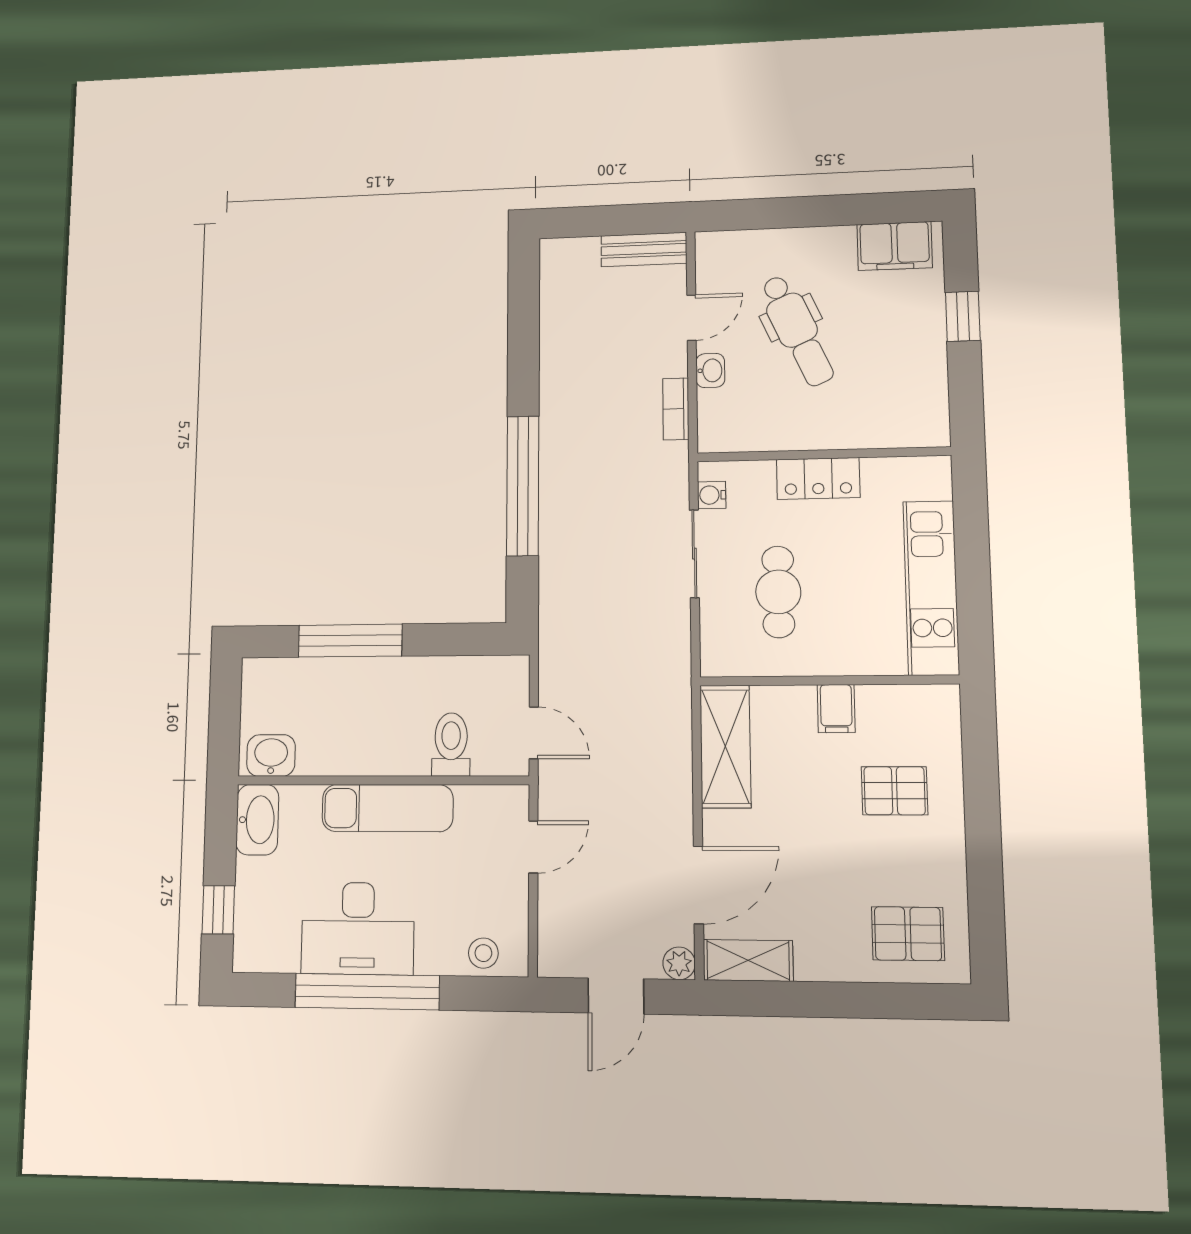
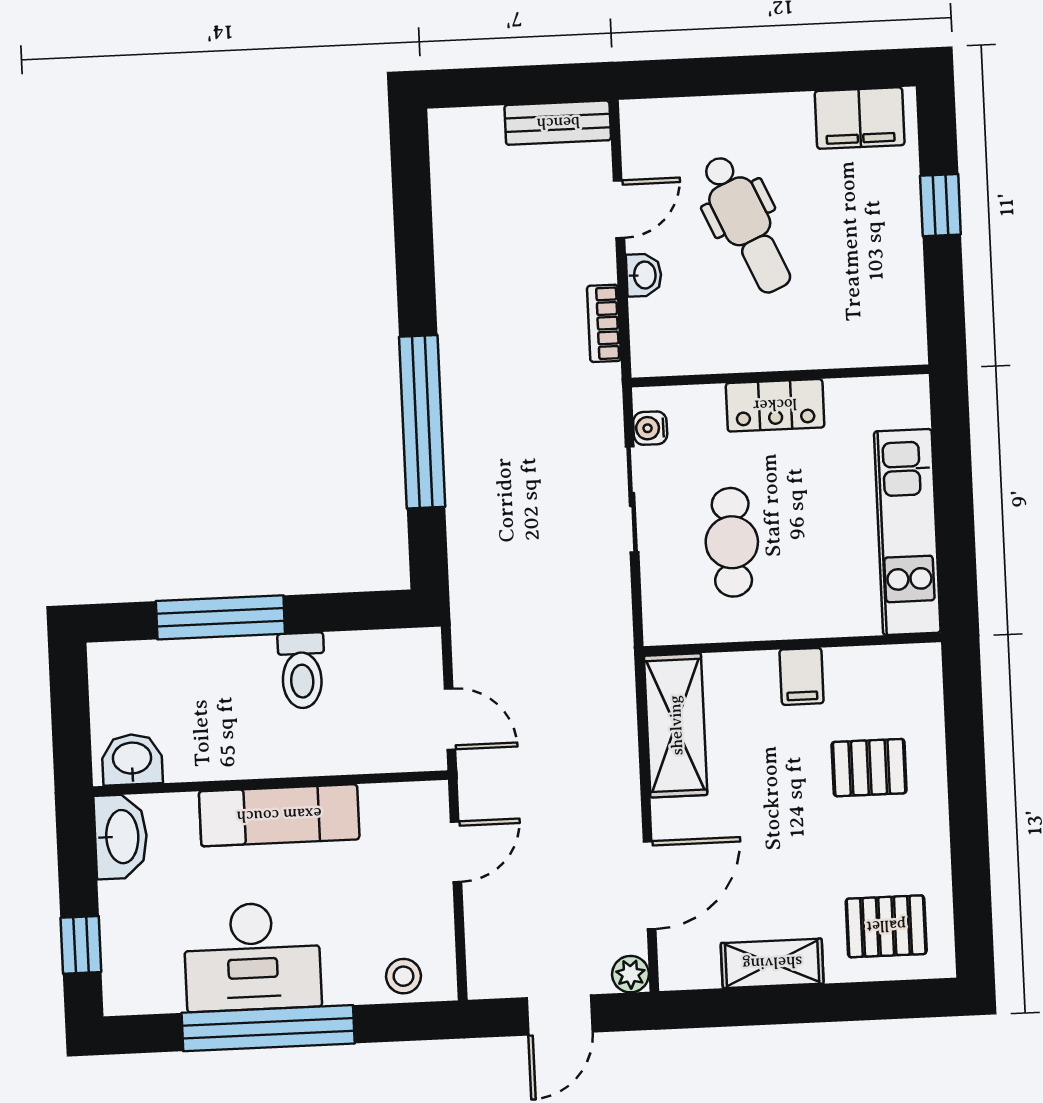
toilet: (451, 745) -> (302, 671), moved, turned 180
shelving: (748, 960) -> (772, 963), moved

